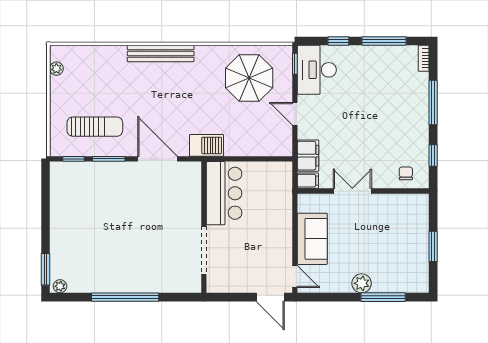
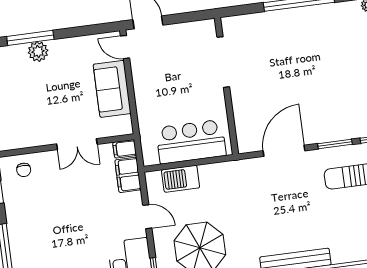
barbecue: (207, 145) -> (181, 179), moved
door: (158, 159) -> (284, 151), swing flipped
bar counter: (224, 193) -> (191, 142), moved, turned 90
plant: (362, 283) -> (38, 51), moved

